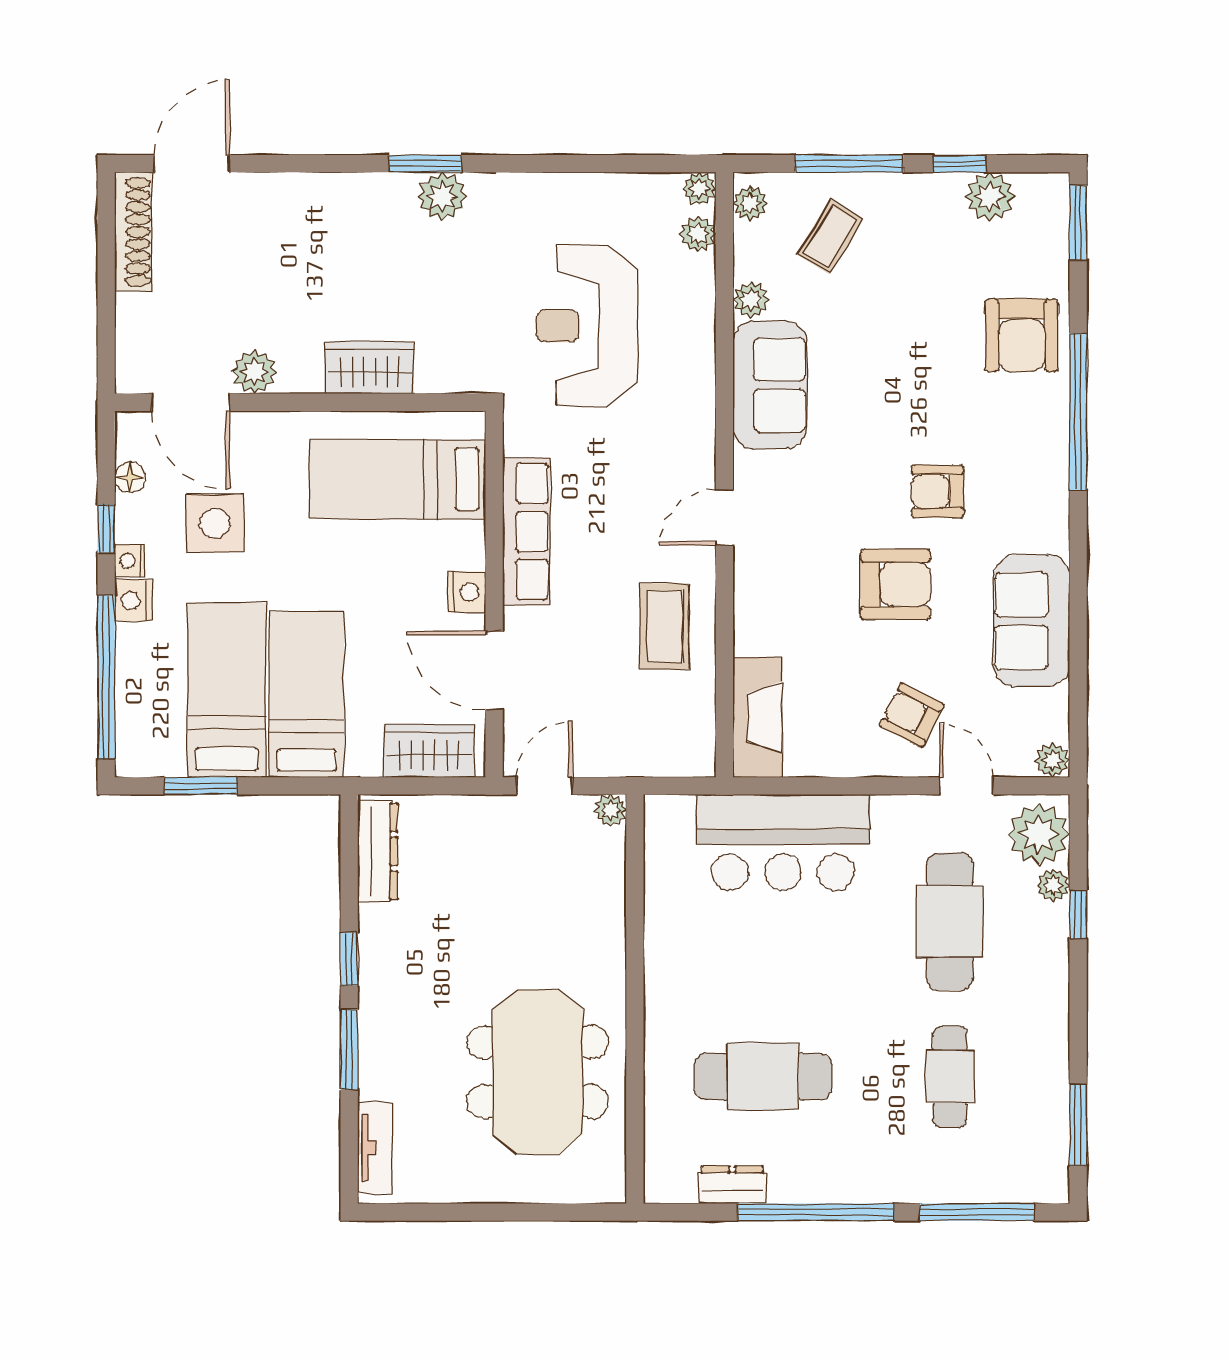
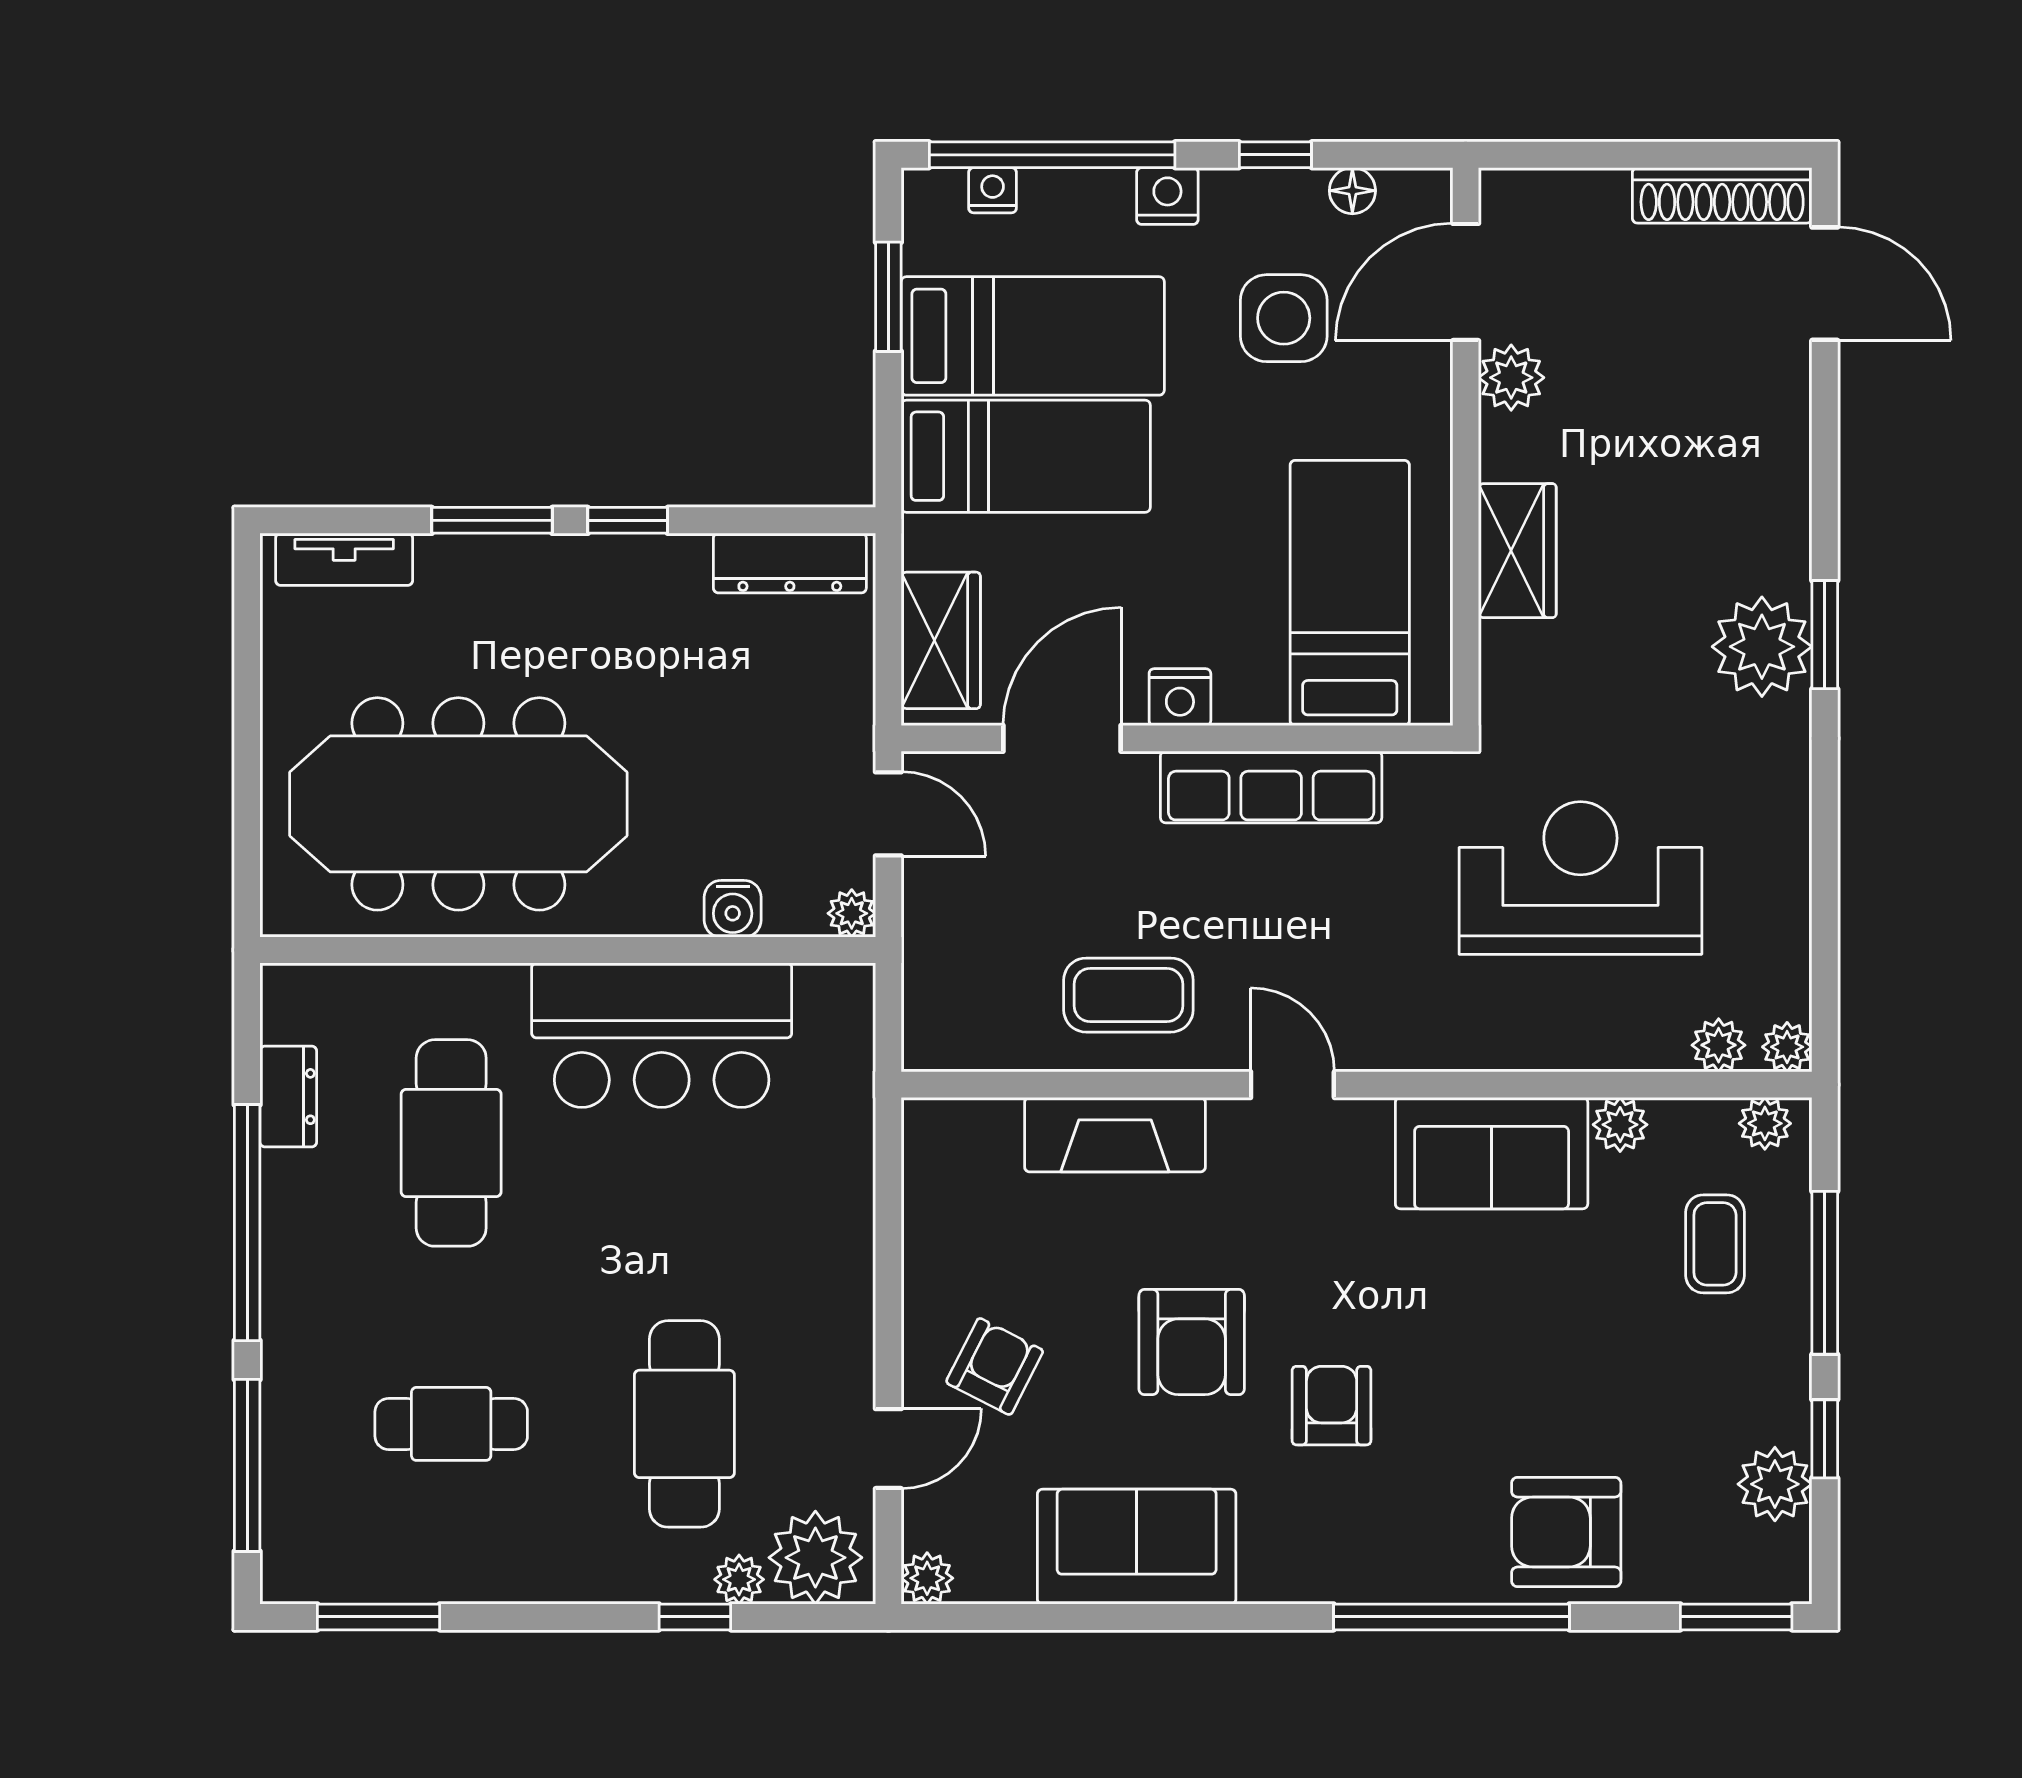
plant: (442, 196) -> (1762, 647), width x1.36, depth x1.36
coffee table: (830, 237) -> (1715, 1244), turned 59
nightstand: (130, 561) -> (993, 190), moved
fireplace: (758, 717) -> (1115, 1135), moved
bar counter: (783, 842) -> (662, 1035), moved, turned -90
water cooler: (607, 889) -> (733, 909), added
cafe table: (950, 922) -> (684, 1424), turned 90
meeting table: (538, 1072) -> (458, 804), width x1.36

